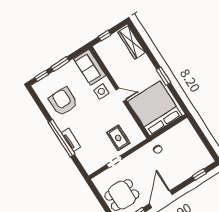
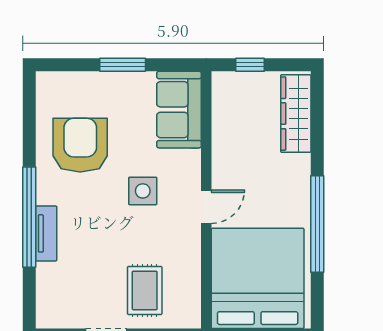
window: (42, 76) -> (70, 65), removed
window: (164, 76) -> (317, 224), width x2.11
side table: (101, 91) -> (143, 191), moved
door: (121, 95) -> (206, 207), hinge flipped

